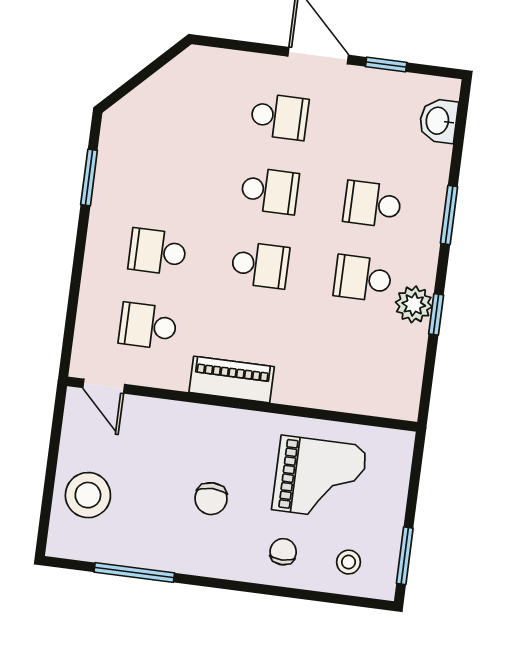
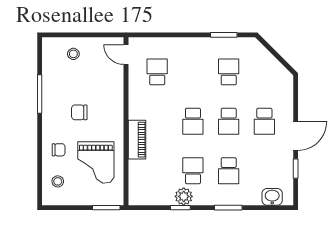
school desk: (372, 204) -> (229, 171), turned 180
school desk: (158, 252) -> (229, 72), moved
piano: (232, 379) -> (137, 140), moved
door: (104, 386) -> (126, 55), hinge flipped
stool: (88, 495) -> (73, 54), width x0.53, depth x0.53
window: (405, 556) -> (106, 208), moved
window: (134, 572) -> (40, 94), moved

